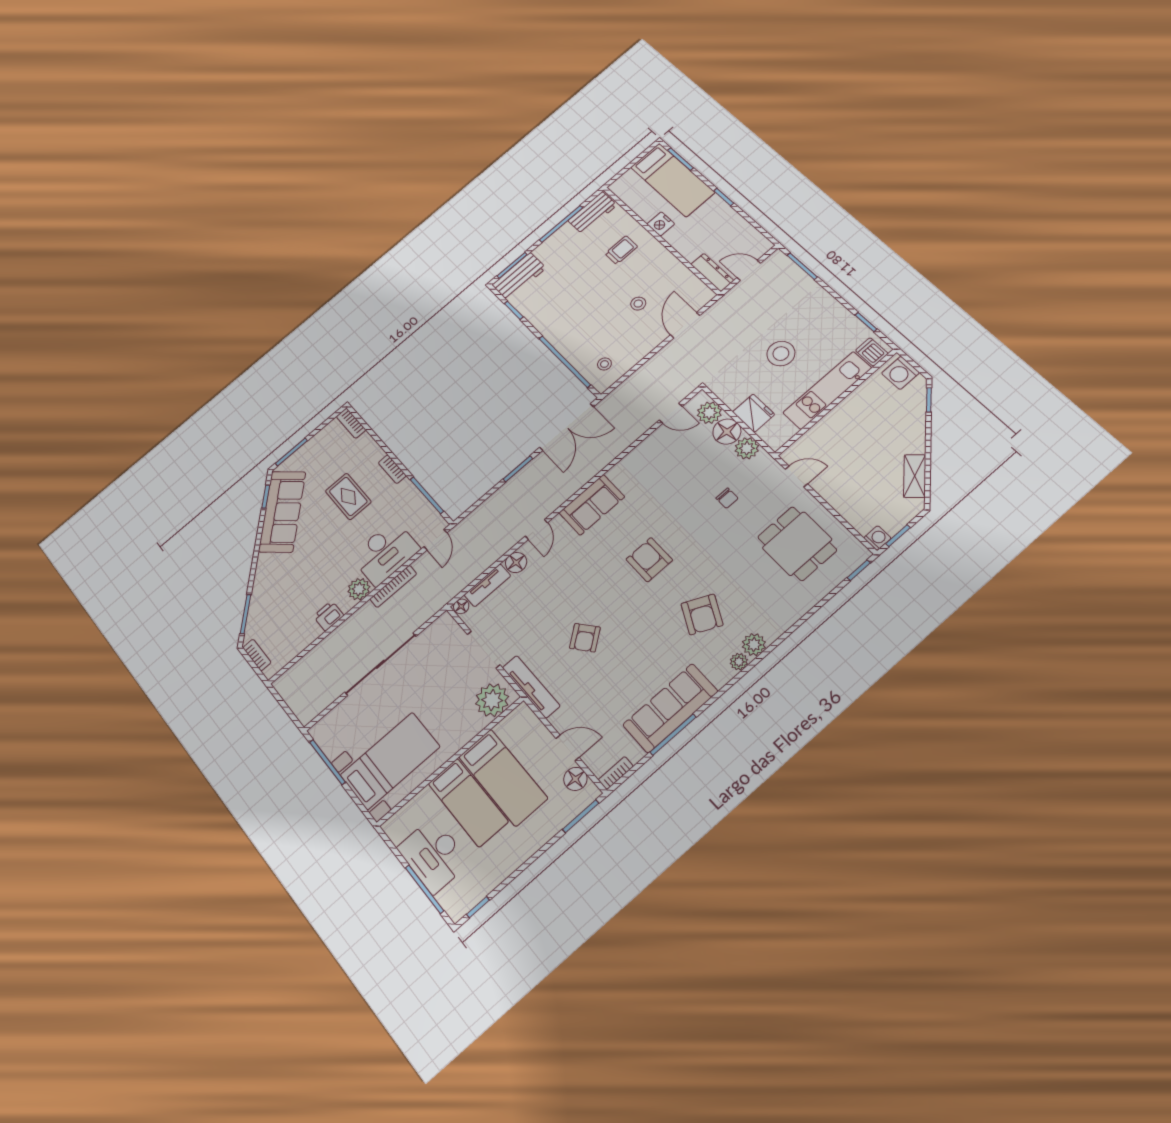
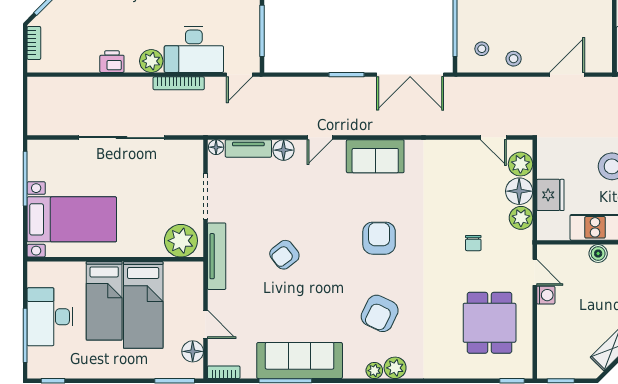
stool: (638, 304) -> (514, 59), moved
boiler: (832, 420) -> (598, 254), added
washing machine: (877, 538) -> (546, 295), moved

